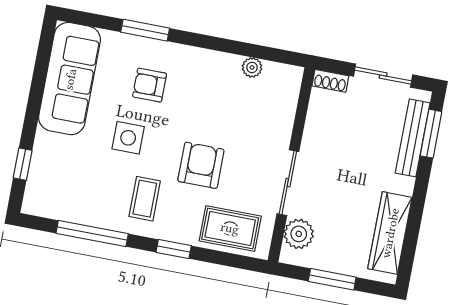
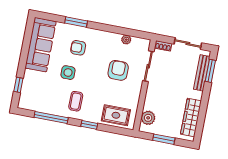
armchair: (201, 165) -> (118, 70), moved
sliding door: (288, 183) -> (148, 66), moved

